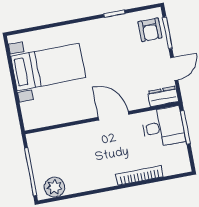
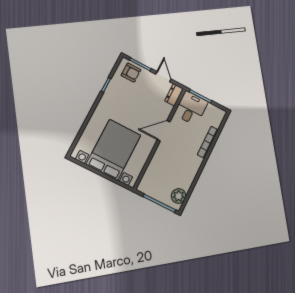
bed with nightstands: (48, 67) -> (114, 150), width x1.36

